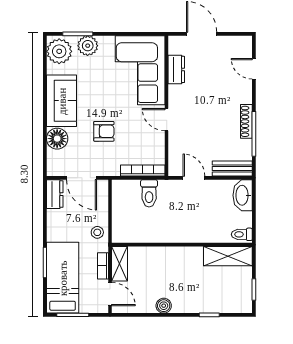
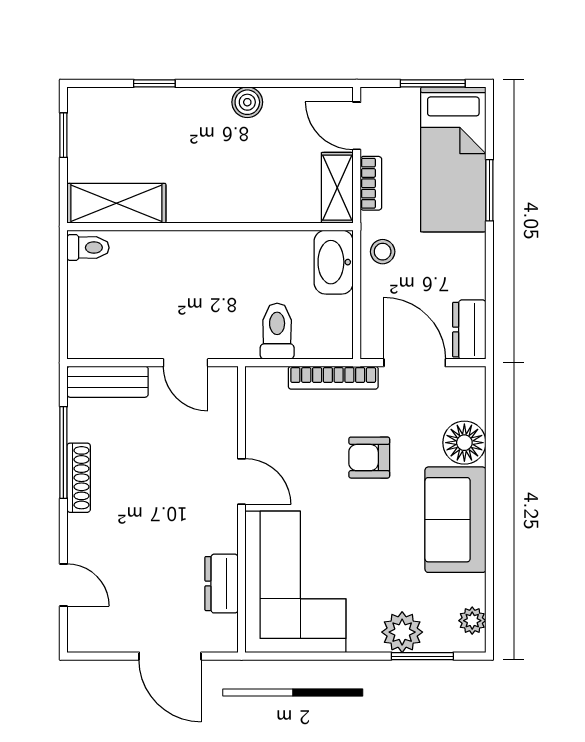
plant: (59, 51) -> (472, 621), width x0.53, depth x0.53
bookcase: (143, 170) -> (333, 378), moved
washbasin: (243, 195) -> (334, 262), moved, turned 180

